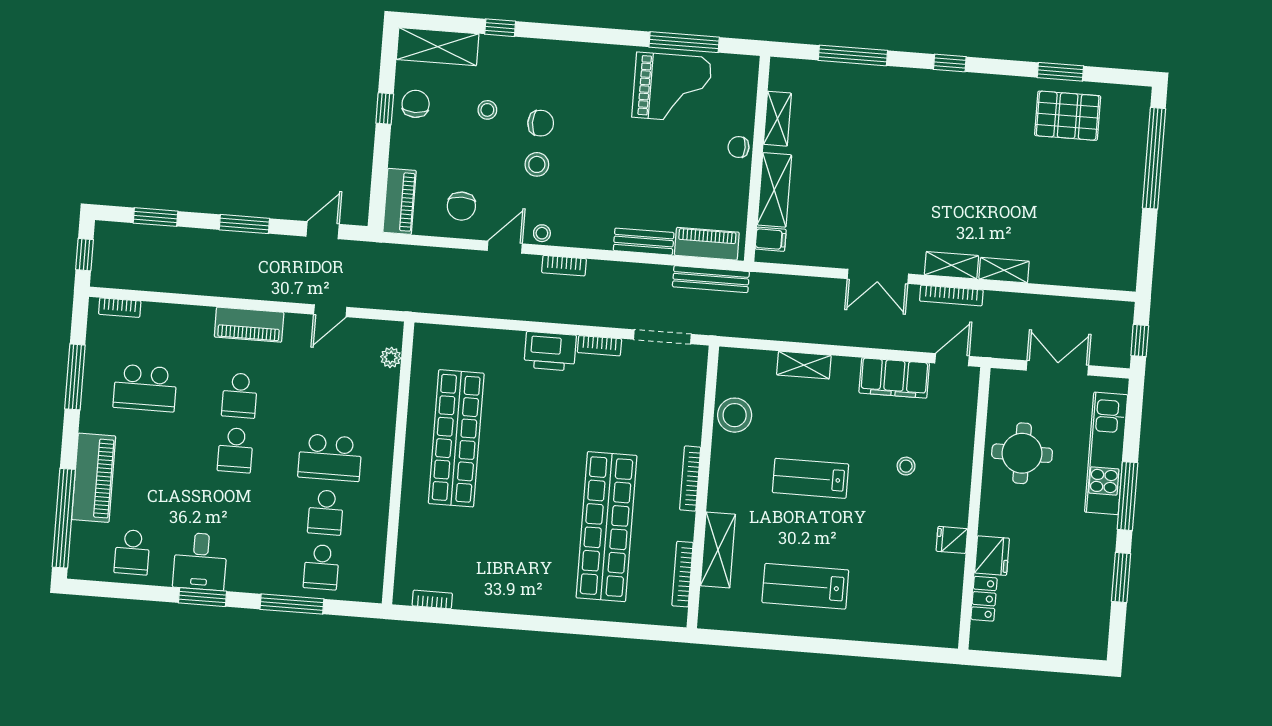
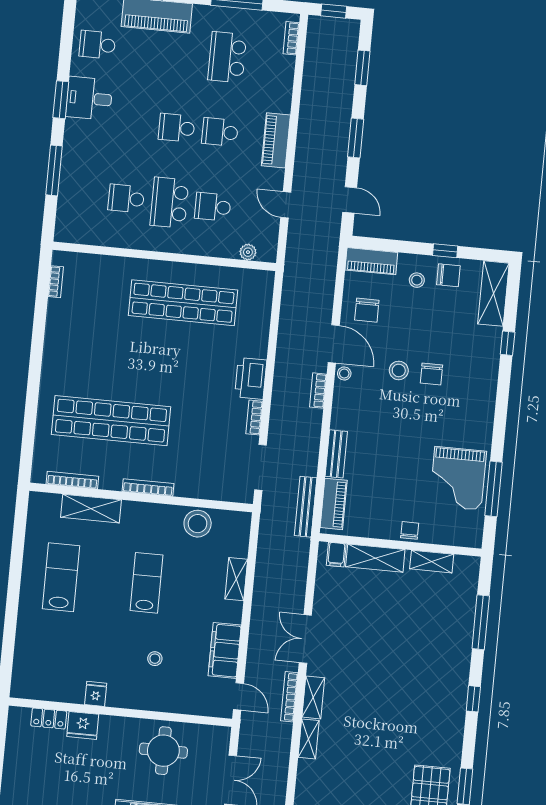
stool: (487, 110) -> (417, 280), moved
chair: (461, 206) -> (367, 310), turned -90
door: (505, 247) -> (334, 344), width x1.38
school desk: (321, 567) -> (213, 207), moved

